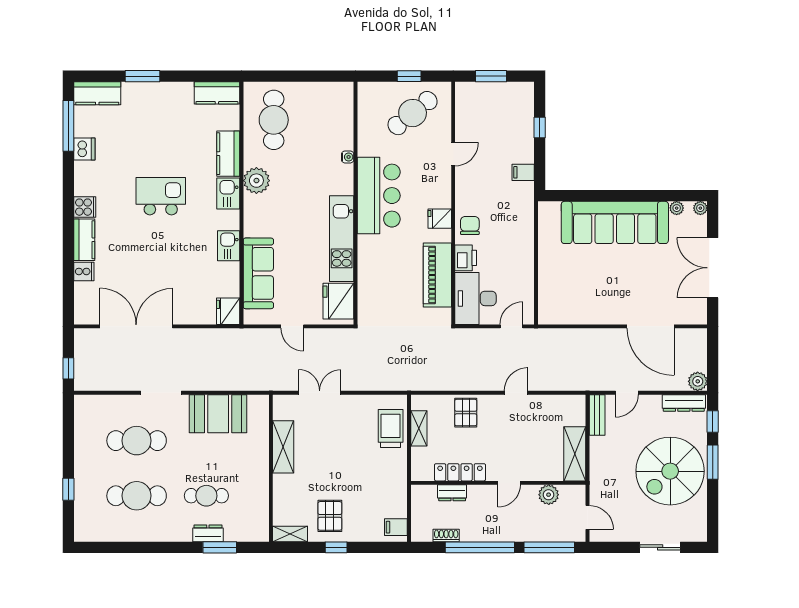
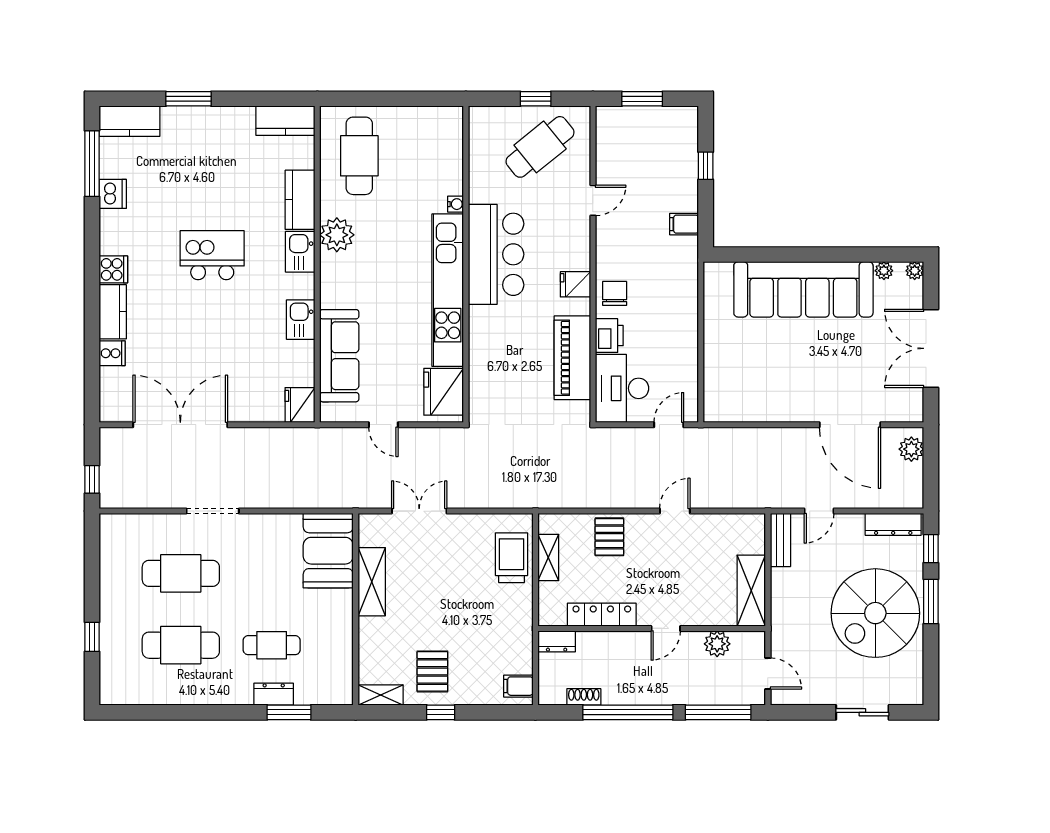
kitchen unit: (342, 239) -> (448, 290), width x1.36
plant: (698, 381) -> (911, 449), moved
booth: (218, 414) -> (328, 551), moved, turned 90
dresser: (452, 493) -> (557, 641), moved

